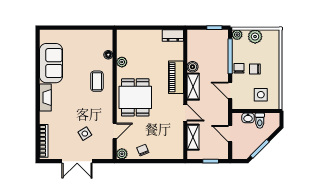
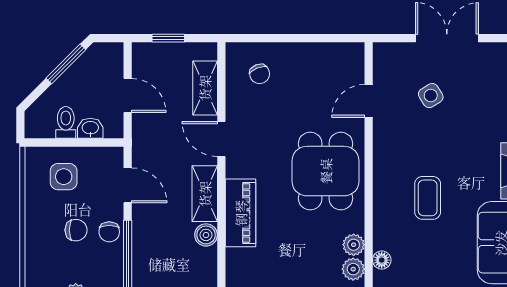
coffee table: (97, 81) -> (428, 198), moved
chair: (143, 150) -> (260, 74), moved
plant: (122, 154) -> (353, 269), moved

